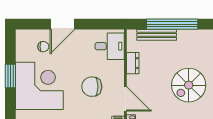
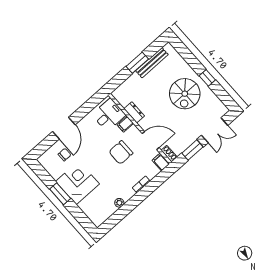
window: (172, 24) -> (137, 63), width x0.47
bench: (157, 35) -> (152, 63), moved
filing cabinet: (116, 66) -> (125, 124), added
corner desk: (39, 86) -> (77, 183), width x0.74, depth x0.74

